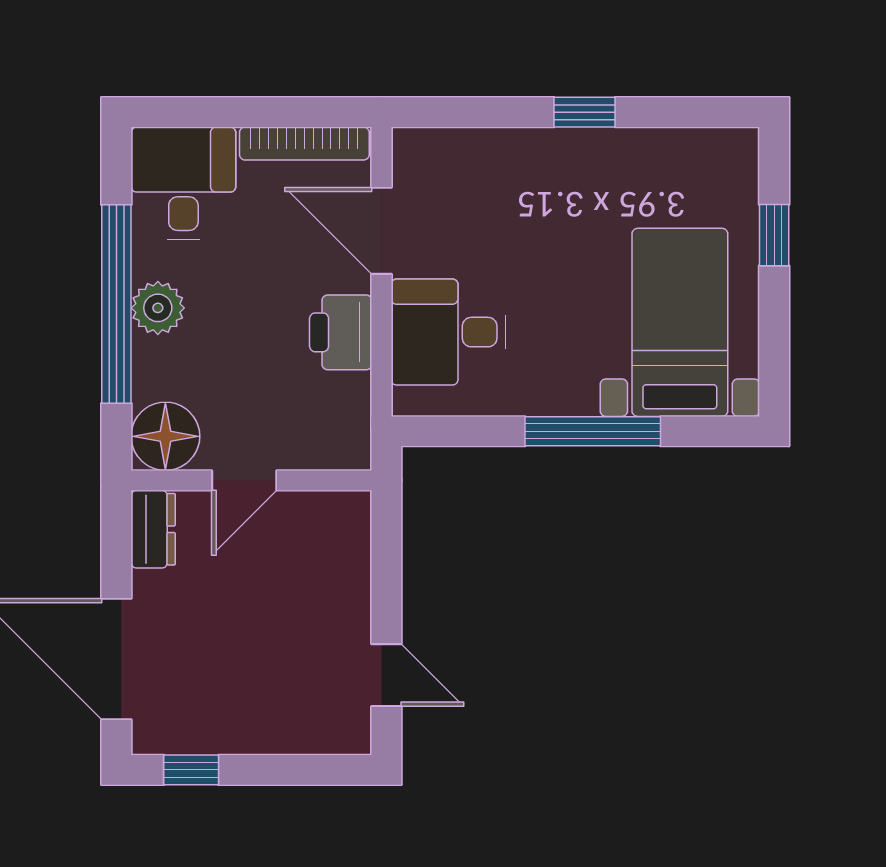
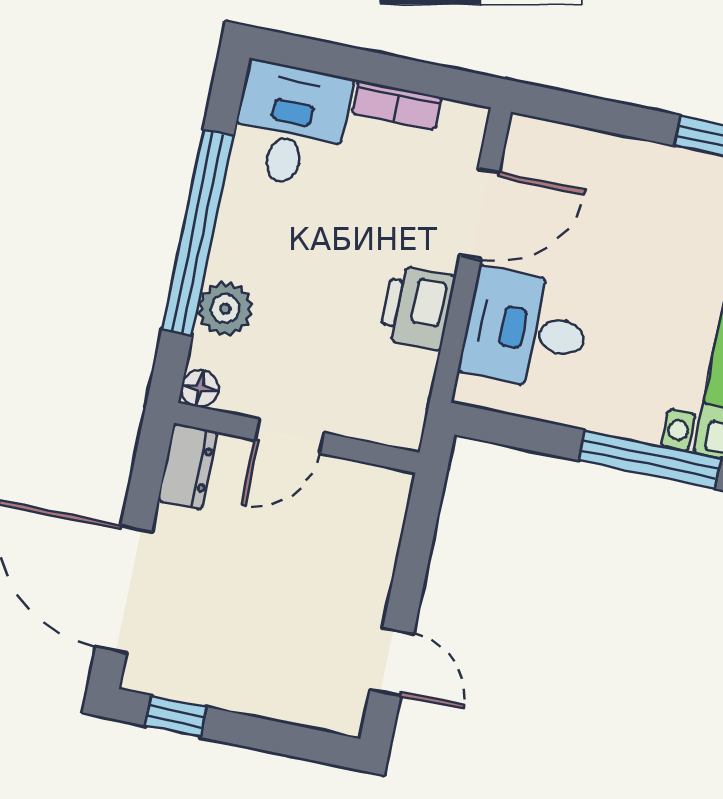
bookcase: (304, 144) -> (397, 105), width x0.64
door: (381, 231) -> (479, 214), swing flipped
plant: (158, 308) -> (225, 309), moved
floor lamp: (165, 436) -> (200, 388), width x0.53, depth x0.53

